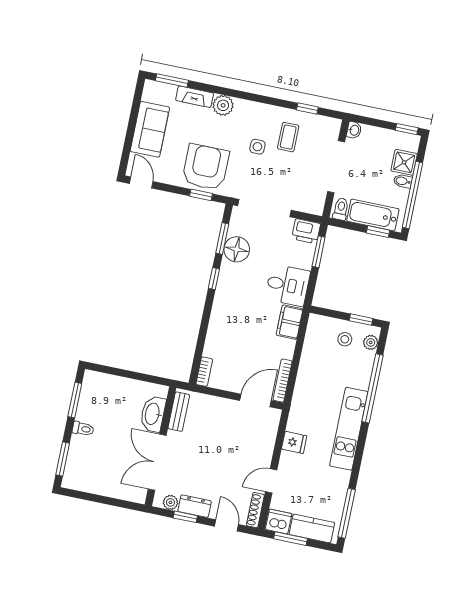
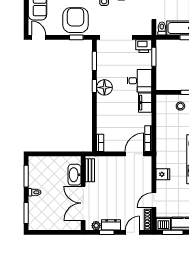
floor lamp: (237, 249) -> (104, 87), moved
door: (226, 525) -> (133, 232), hinge flipped

